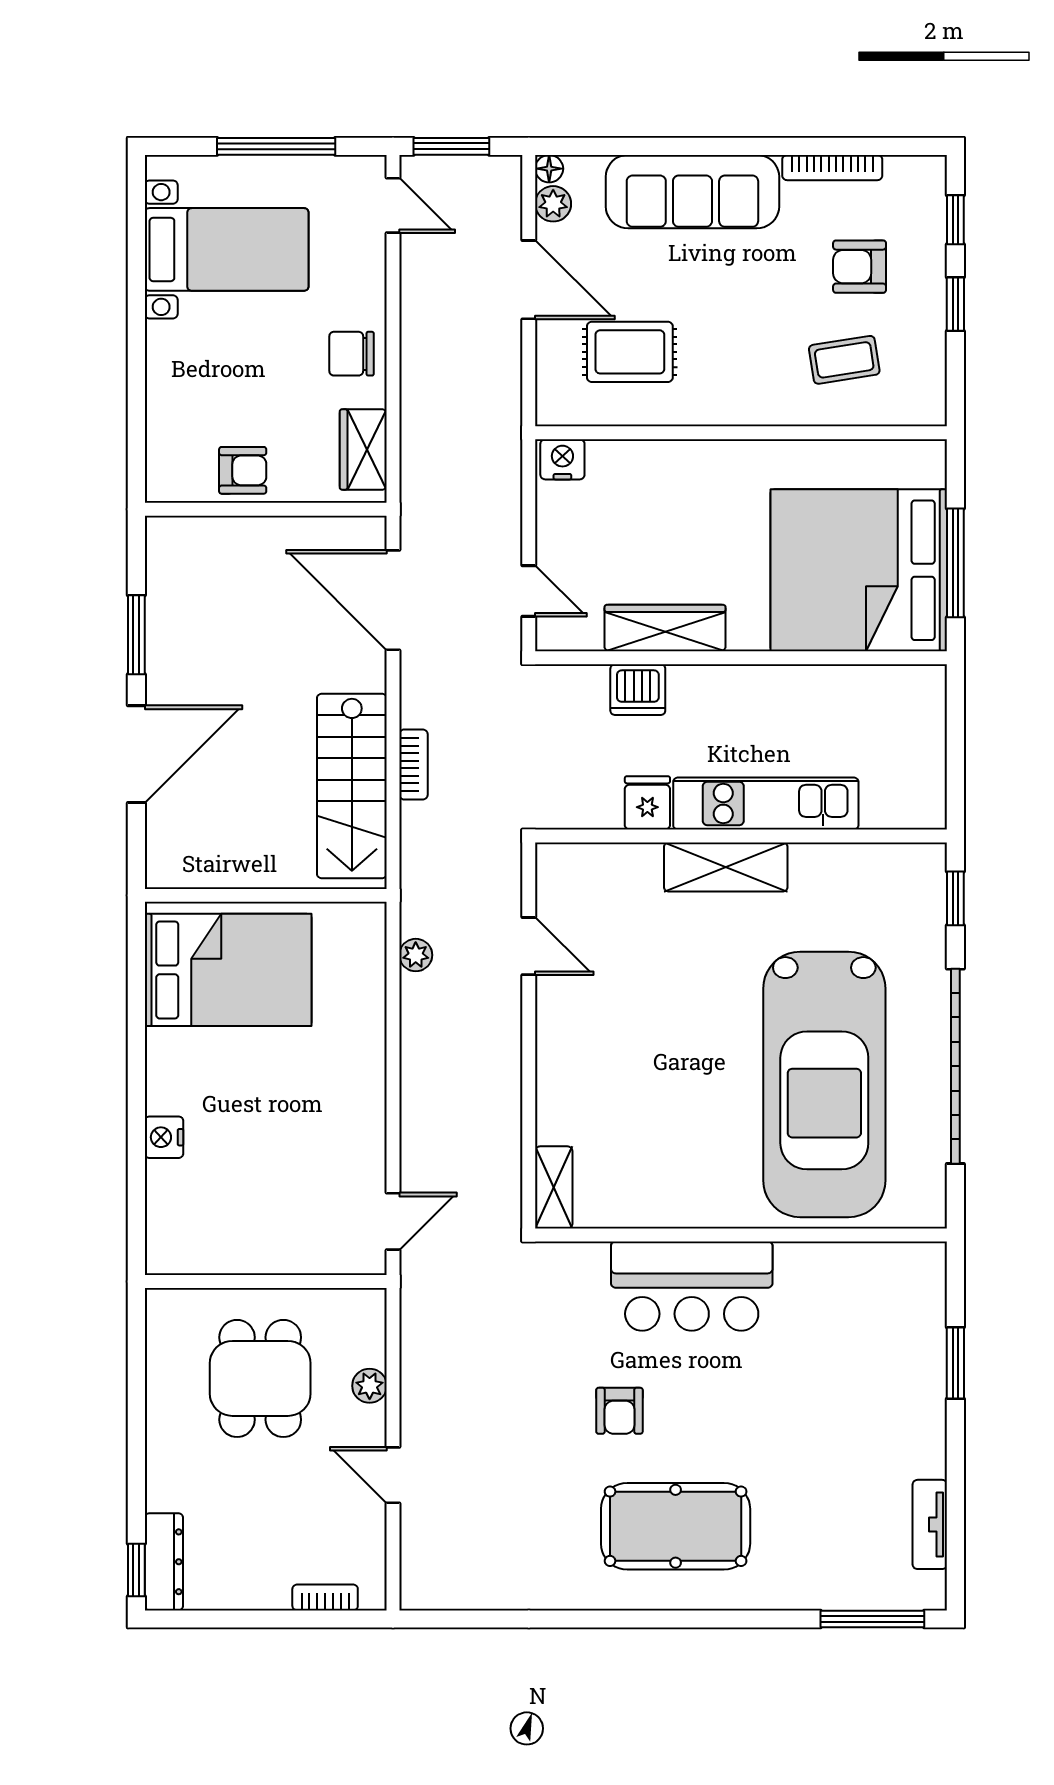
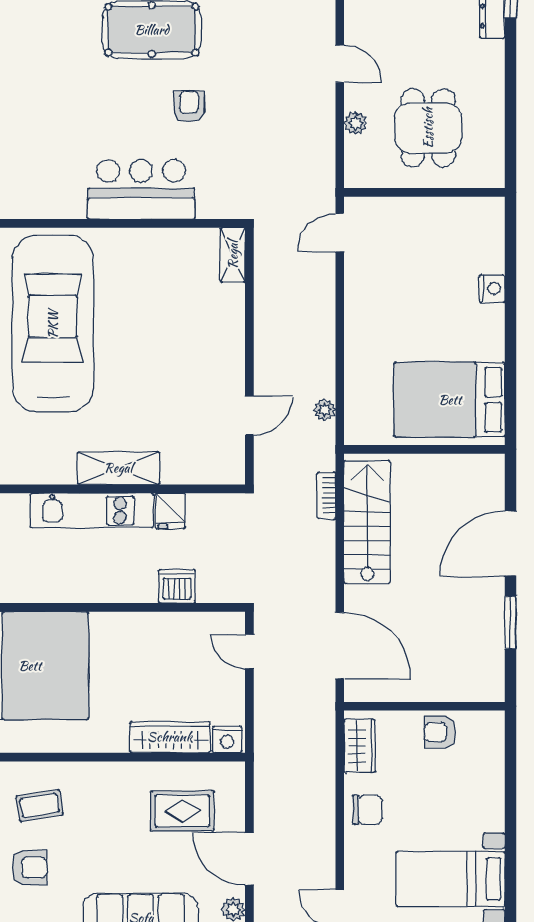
wardrobe: (665, 628) -> (170, 737), moved, turned 180
bookcase: (413, 765) -> (326, 496), moved
door: (529, 946) -> (249, 416), swing flipped

